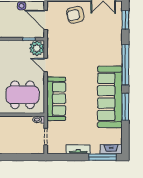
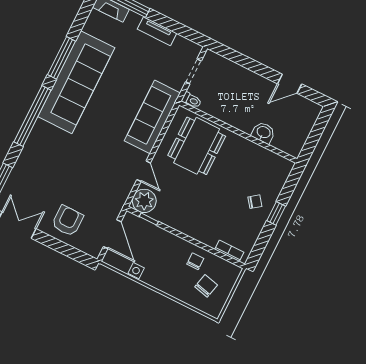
armchair: (75, 15) -> (67, 221), turned -78
dining table: (22, 95) -> (197, 146), turned 90

